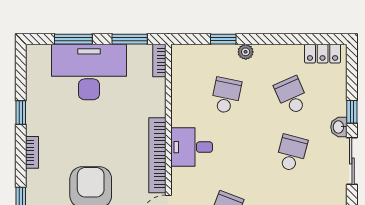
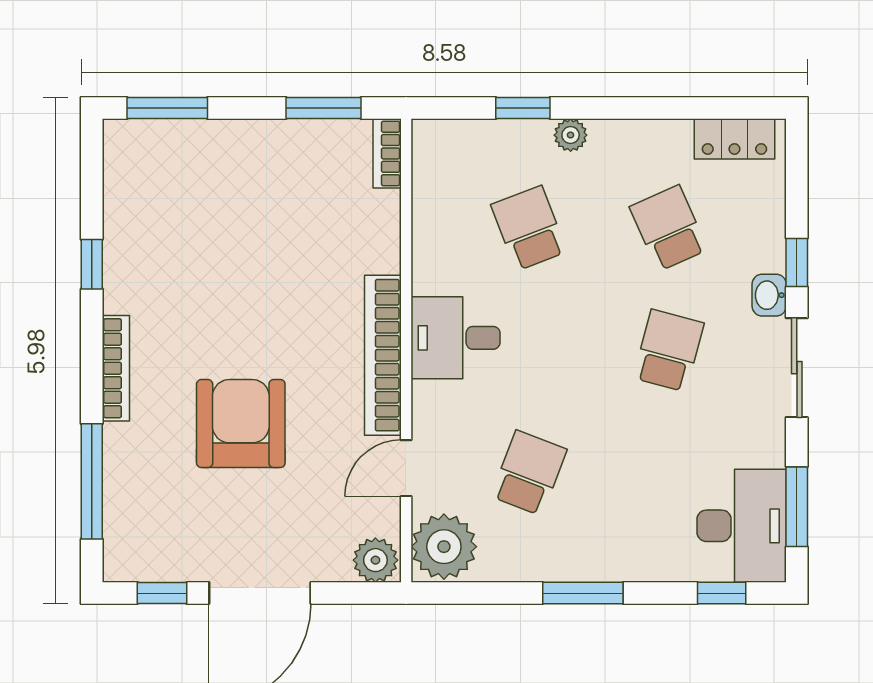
window: (73, 39) -> (167, 108), moved
desk: (89, 72) -> (237, 178), removed
school desk: (226, 96) -> (529, 228), turned -33
bookcase: (32, 152) -> (116, 368), width x1.56

